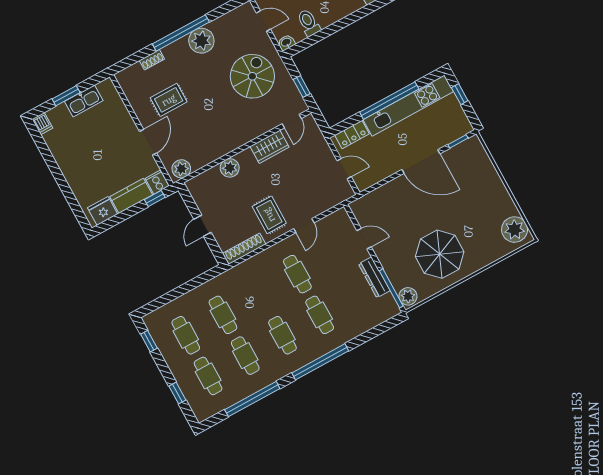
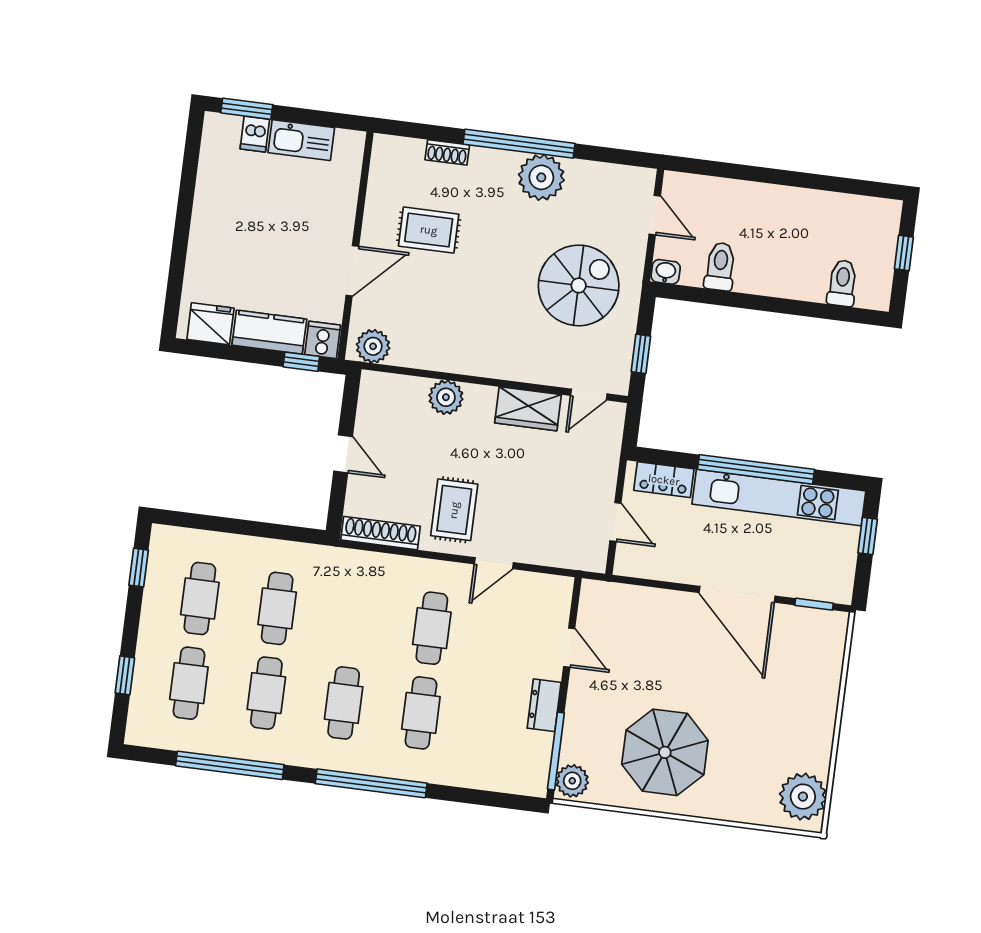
window: (66, 96) -> (247, 109), moved
dishwasher: (42, 124) -> (255, 134), moved
door: (203, 226) -> (343, 454), swing flipped
dresser: (374, 277) -> (544, 705), width x0.70

